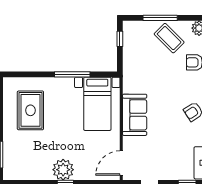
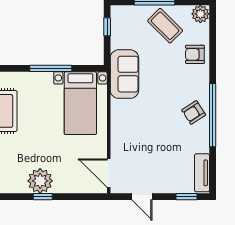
sofa: (135, 115) -> (124, 74), moved
door: (121, 163) -> (109, 173), hinge flipped

